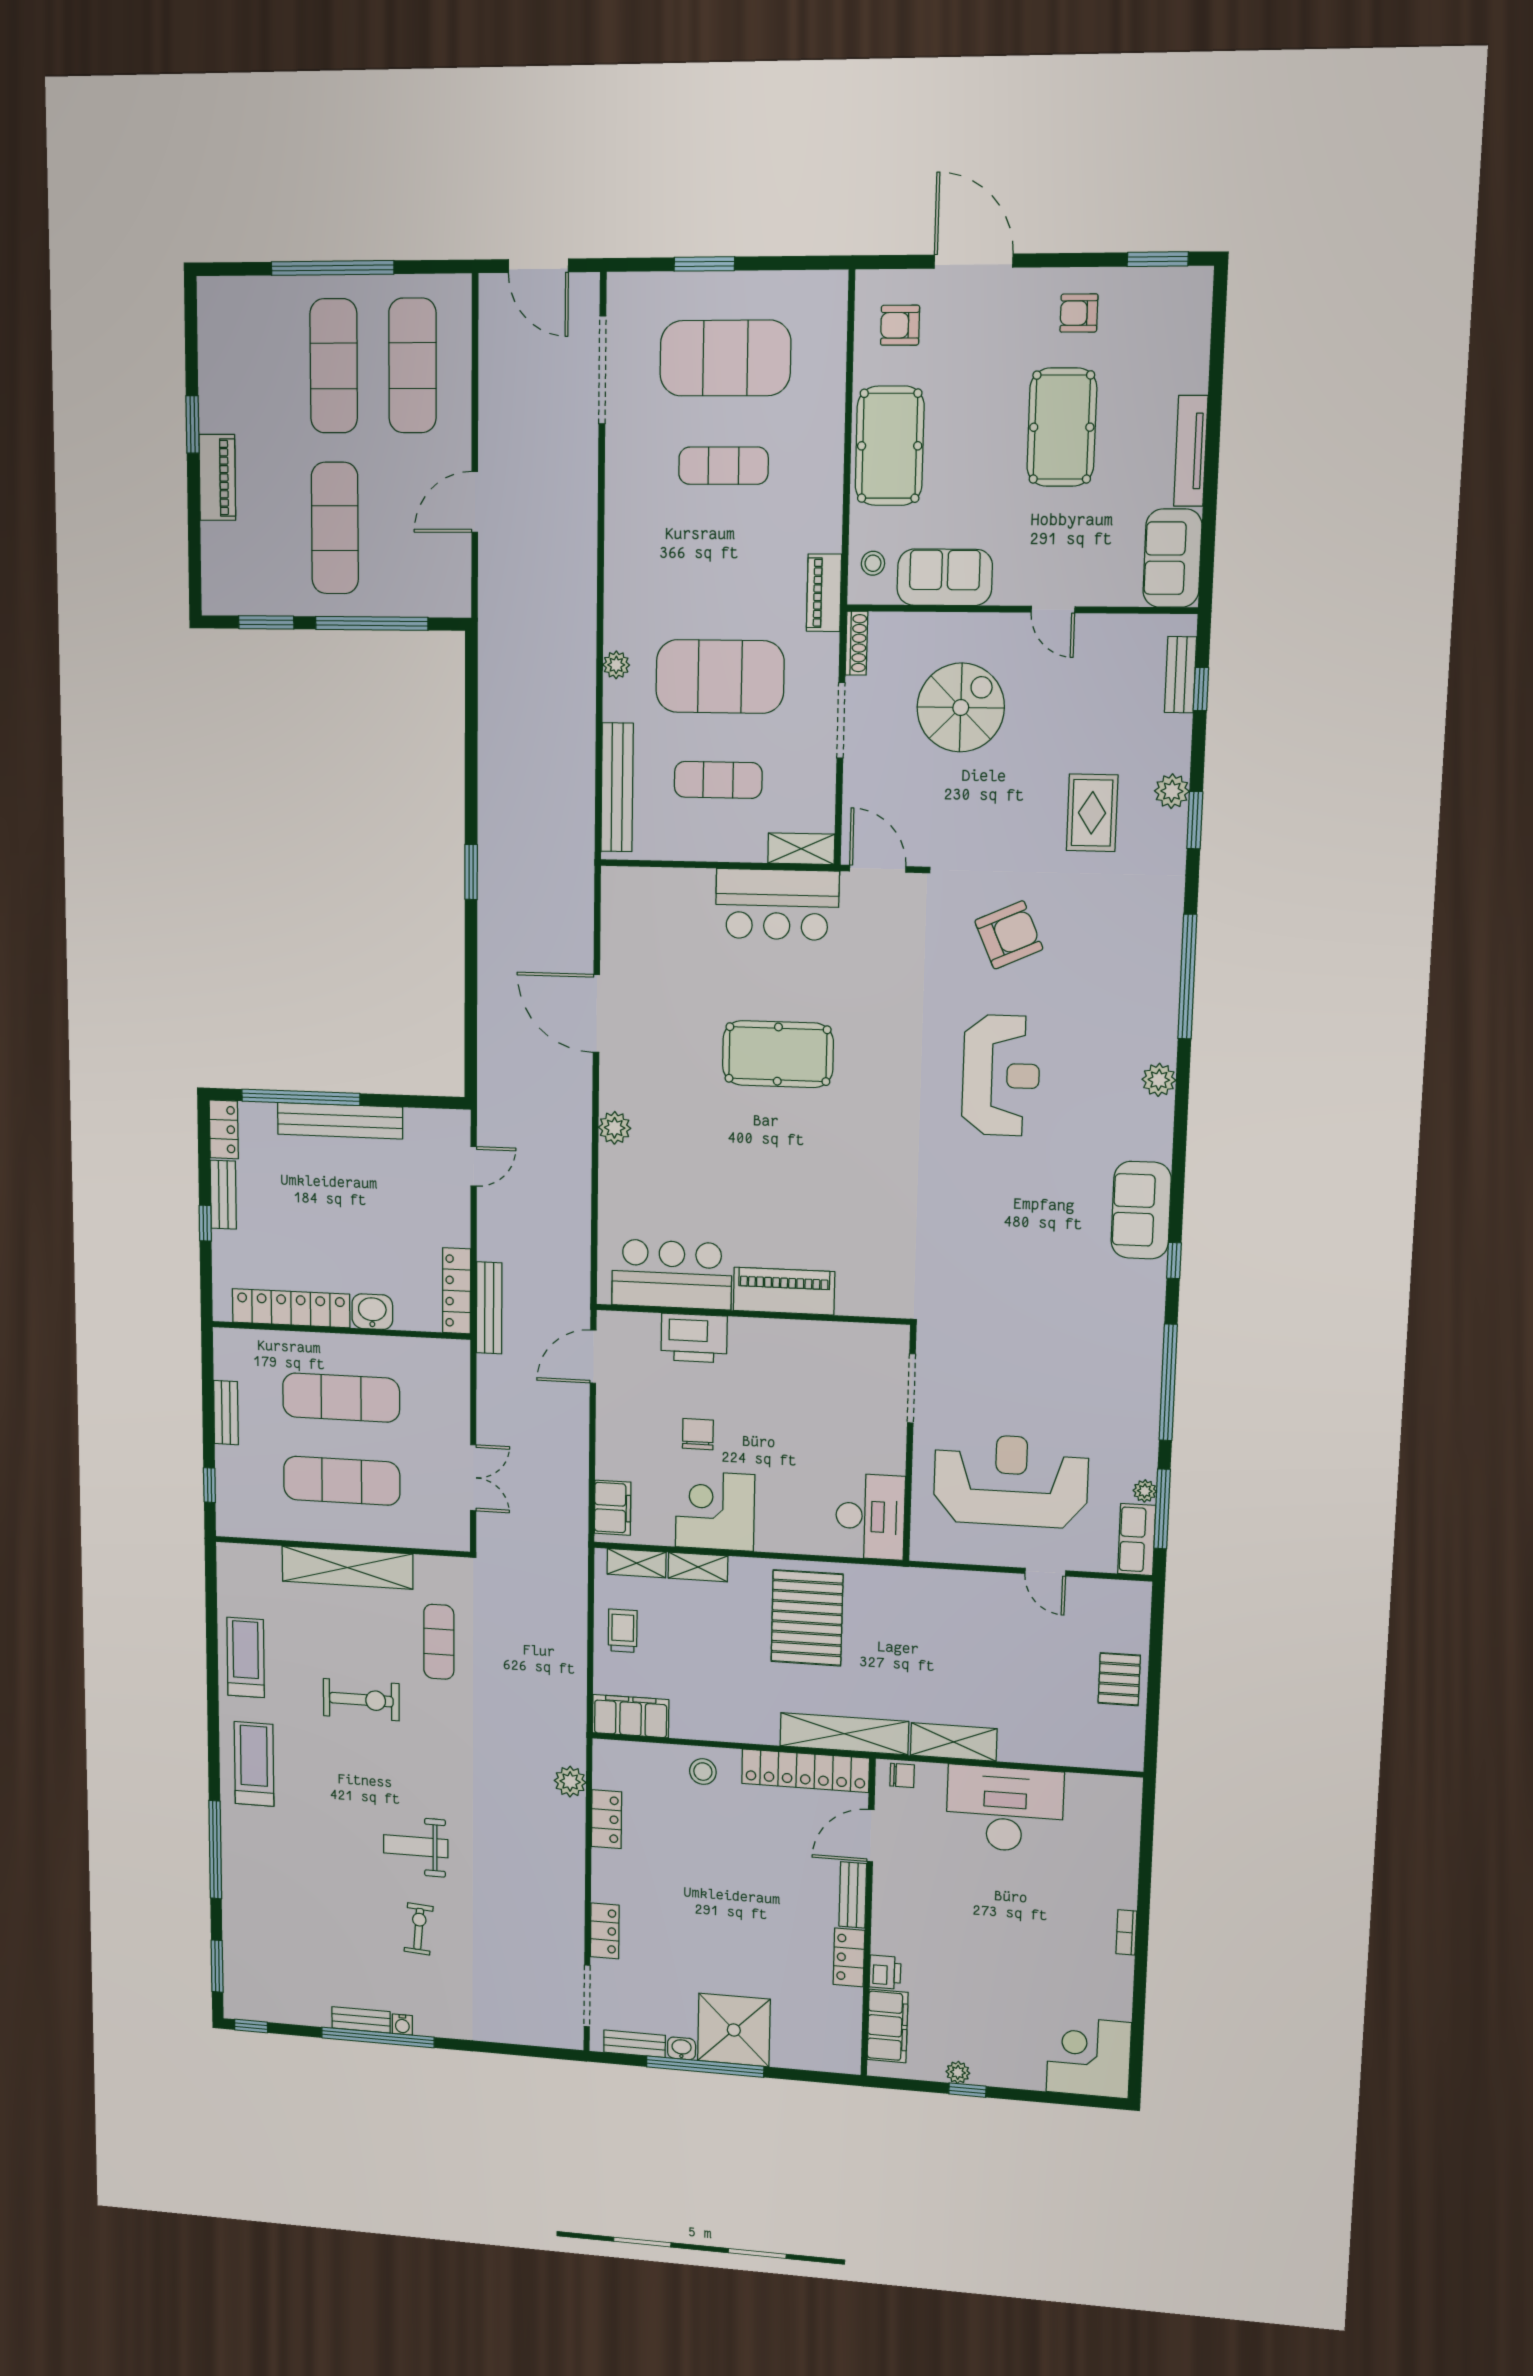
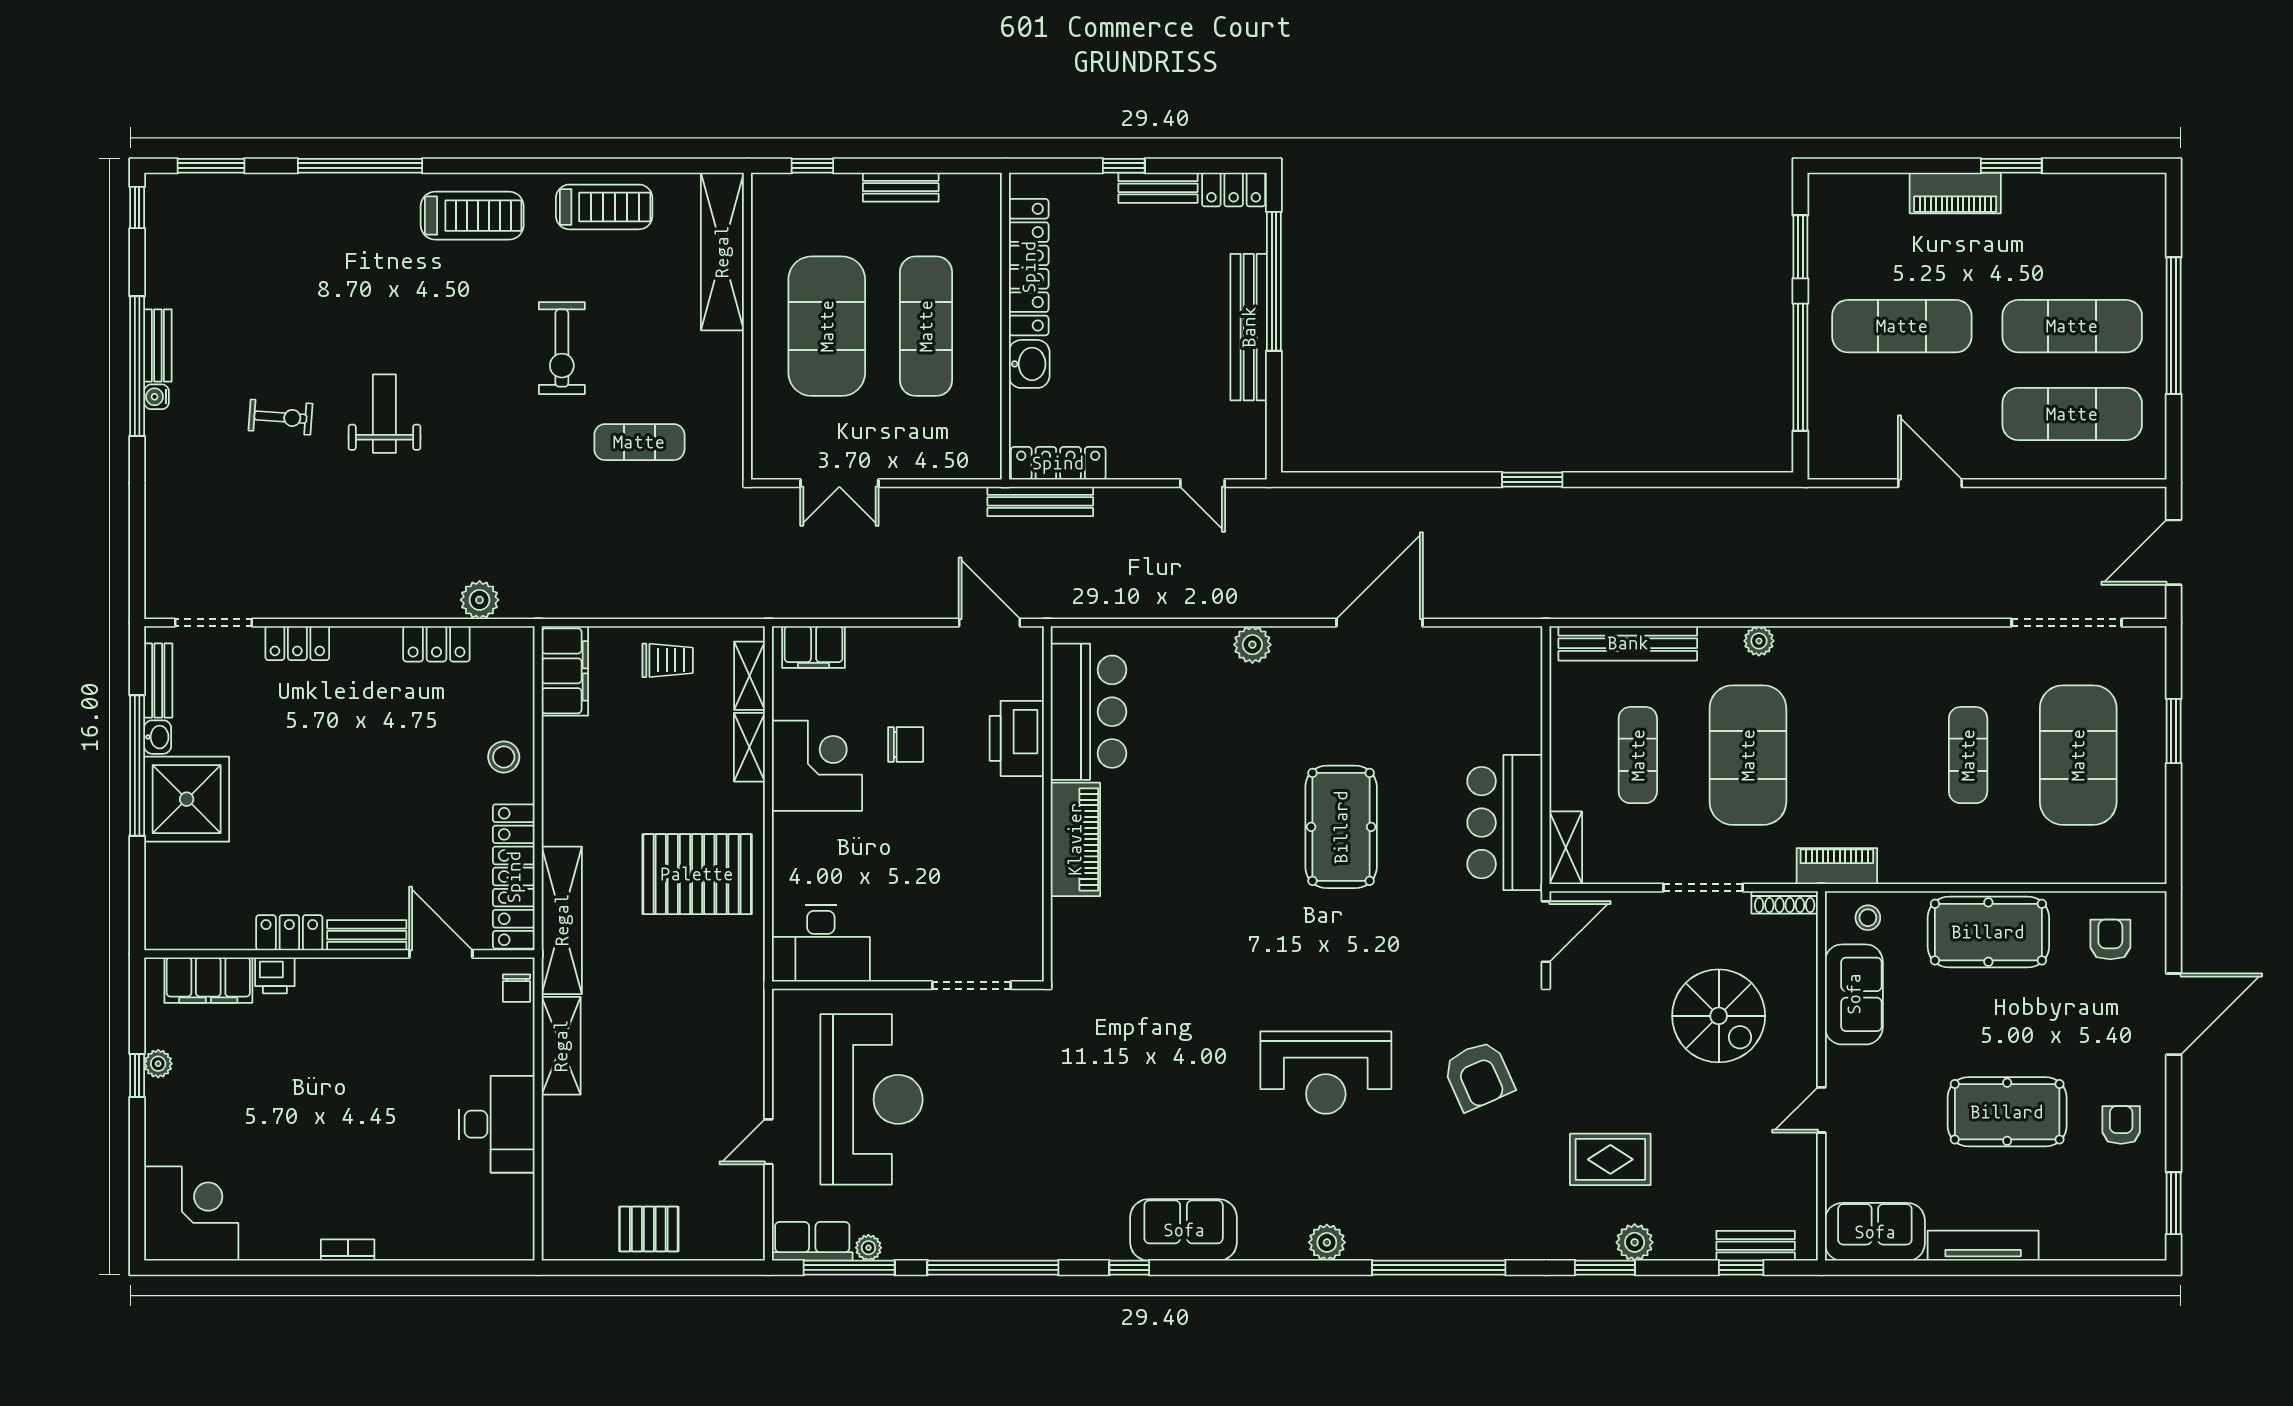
exercise mat: (342, 1481) -> (827, 326), width x1.47
shelving: (347, 1568) -> (722, 252), moved
desk: (1005, 1809) -> (497, 1124), width x0.73, depth x0.77

